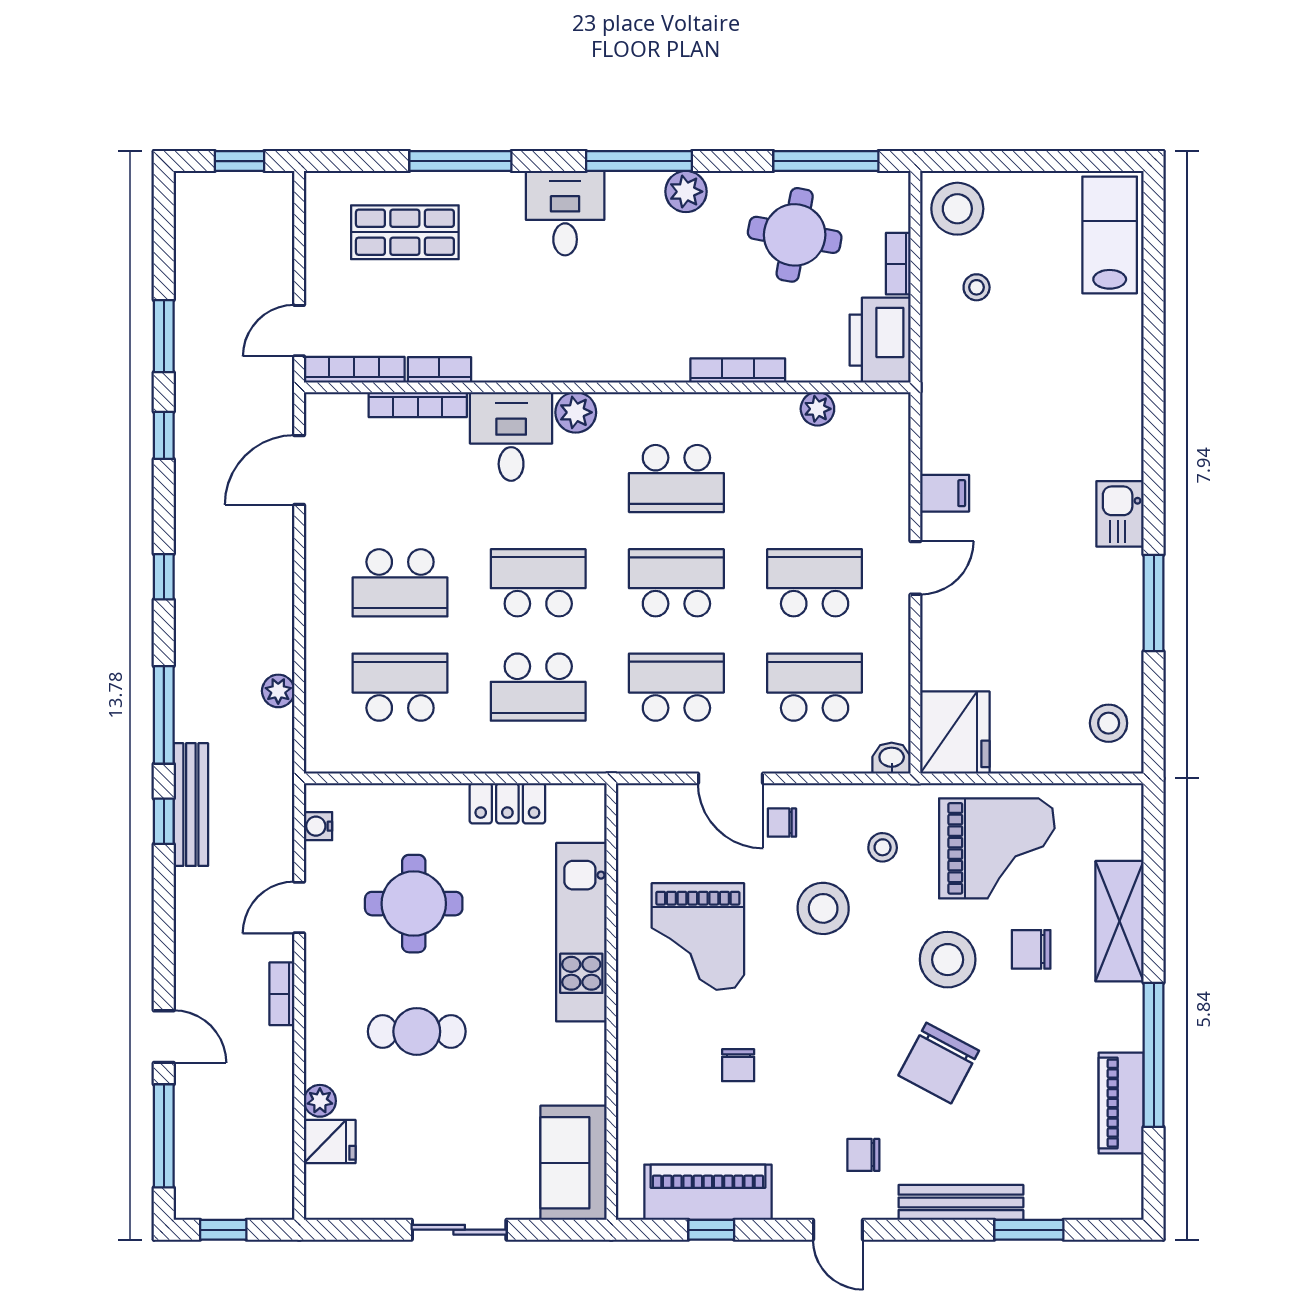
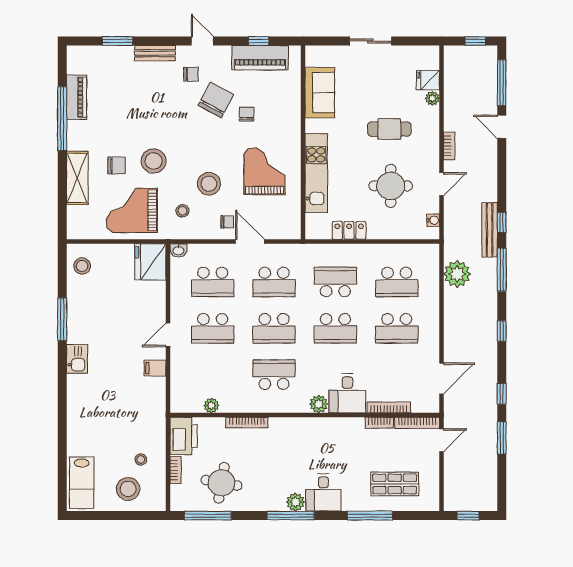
plant: (686, 192) -> (295, 502), moved
stool: (957, 209) -> (128, 489), moved
school desk: (400, 583) -> (397, 328), turned 180
plant: (278, 691) -> (457, 274), width x1.87, depth x1.87
chair: (939, 1063) -> (216, 100), moved
sofa: (573, 1163) -> (320, 93), moved
bench: (961, 1202) -> (155, 53), width x0.73

